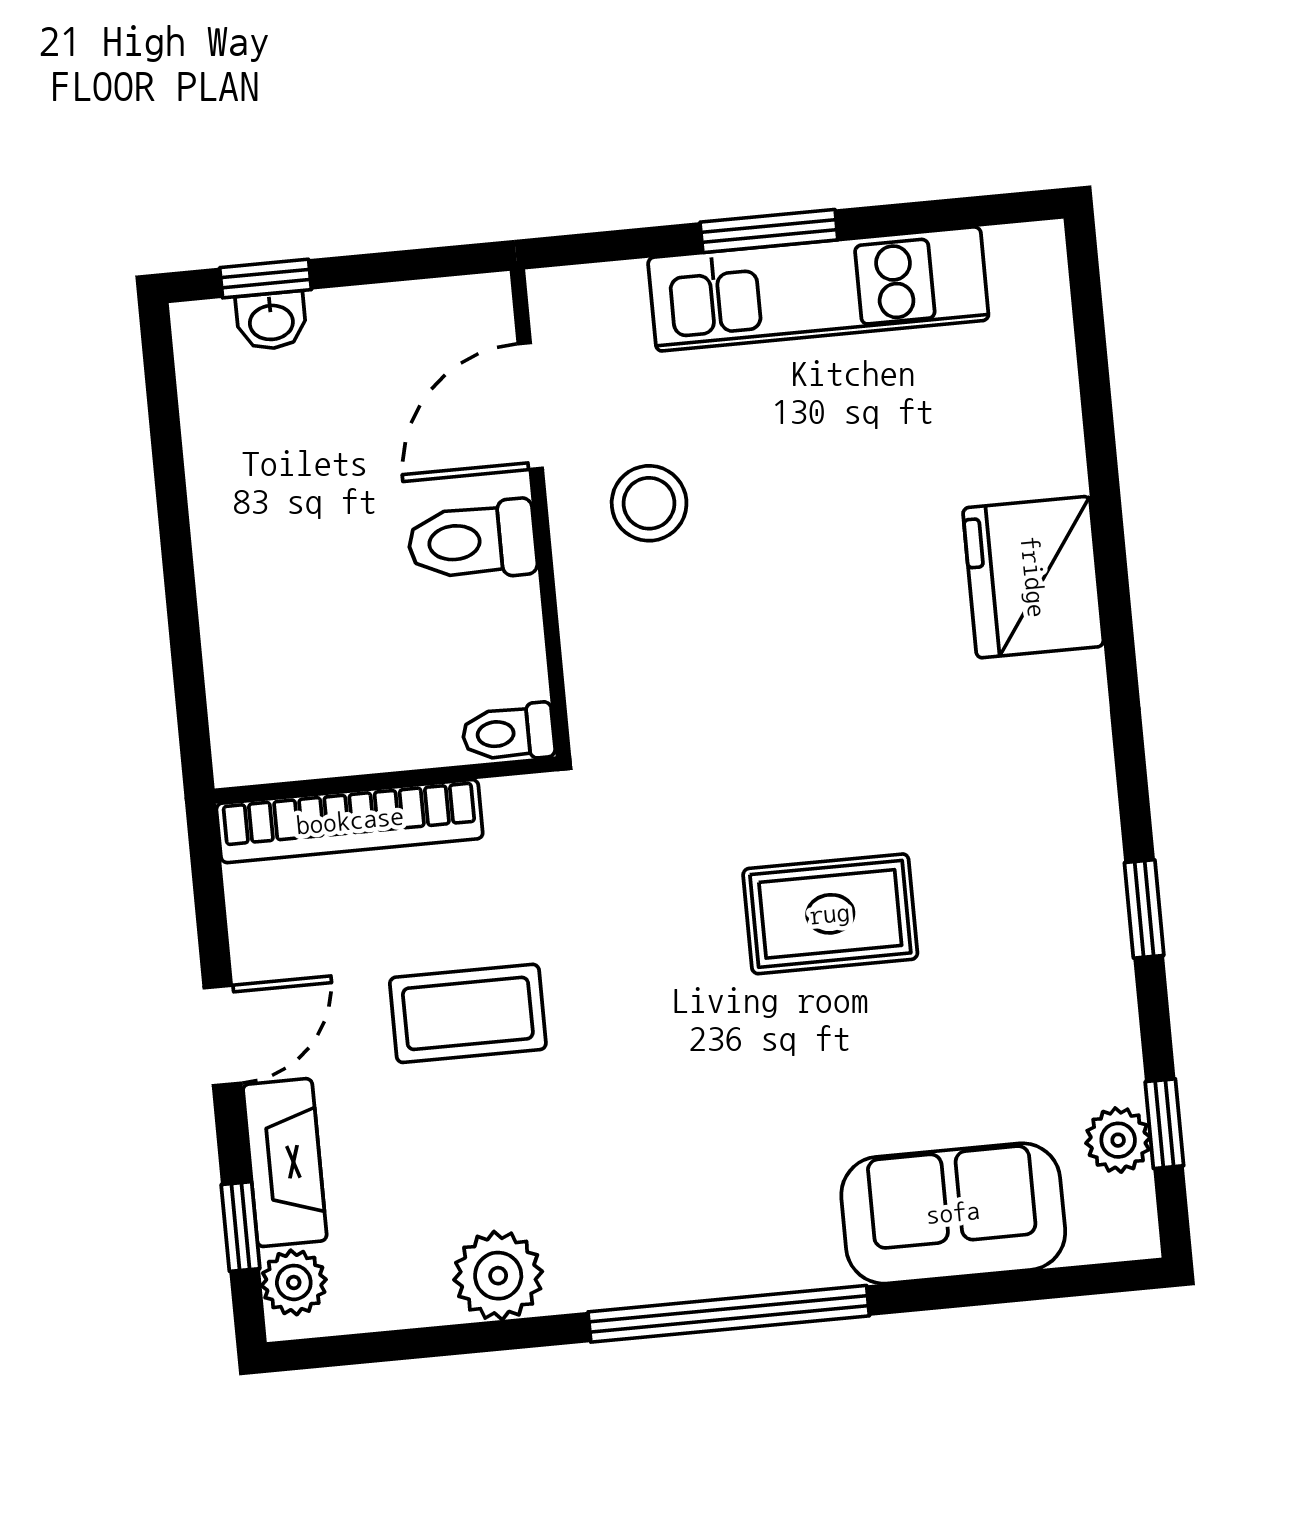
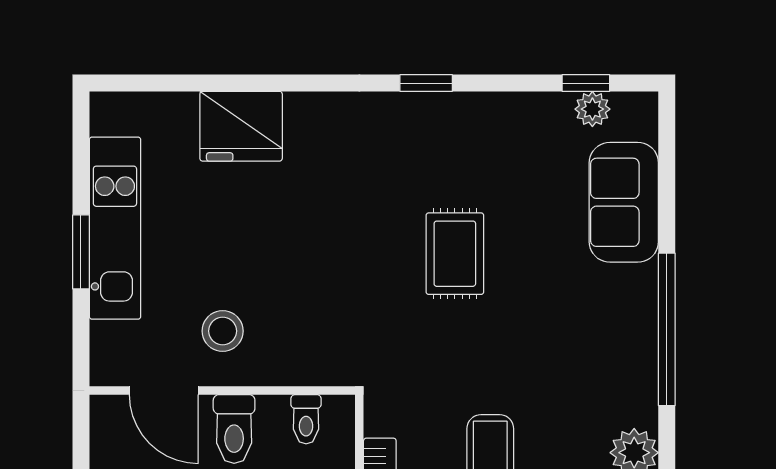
fridge: (1033, 577) -> (241, 126), moved
toilet: (508, 733) -> (306, 419), moved
window: (1144, 909) -> (426, 83), moved

